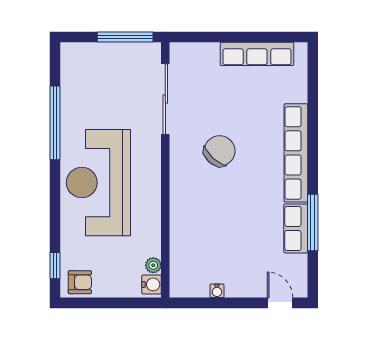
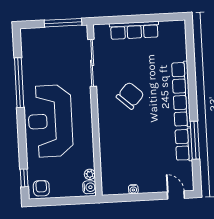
row of seats: (257, 54) -> (134, 30), moved
armchair: (80, 282) -> (41, 188), turned -90

